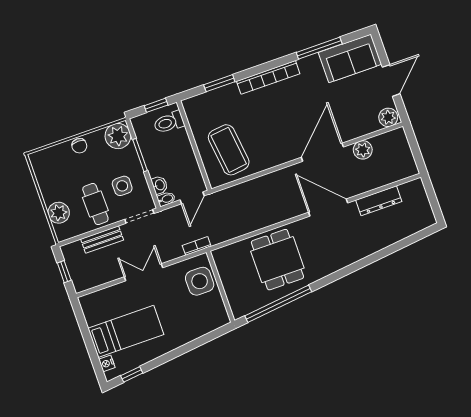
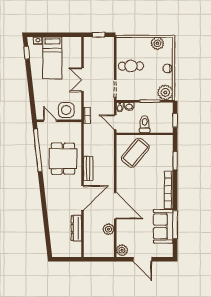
sofa: (350, 58) -> (163, 226), moved
toilet: (169, 122) -> (145, 124), moved
coffee table: (229, 150) -> (135, 153), turned -43
side table: (122, 186) -> (136, 85), removed
plant: (59, 213) -> (157, 43), moved
bench: (102, 239) -> (88, 168), moved
dining table: (277, 260) -> (63, 159), turned 90
double door: (143, 272) -> (83, 80), swing flipped
door: (225, 301) -> (50, 121), added

